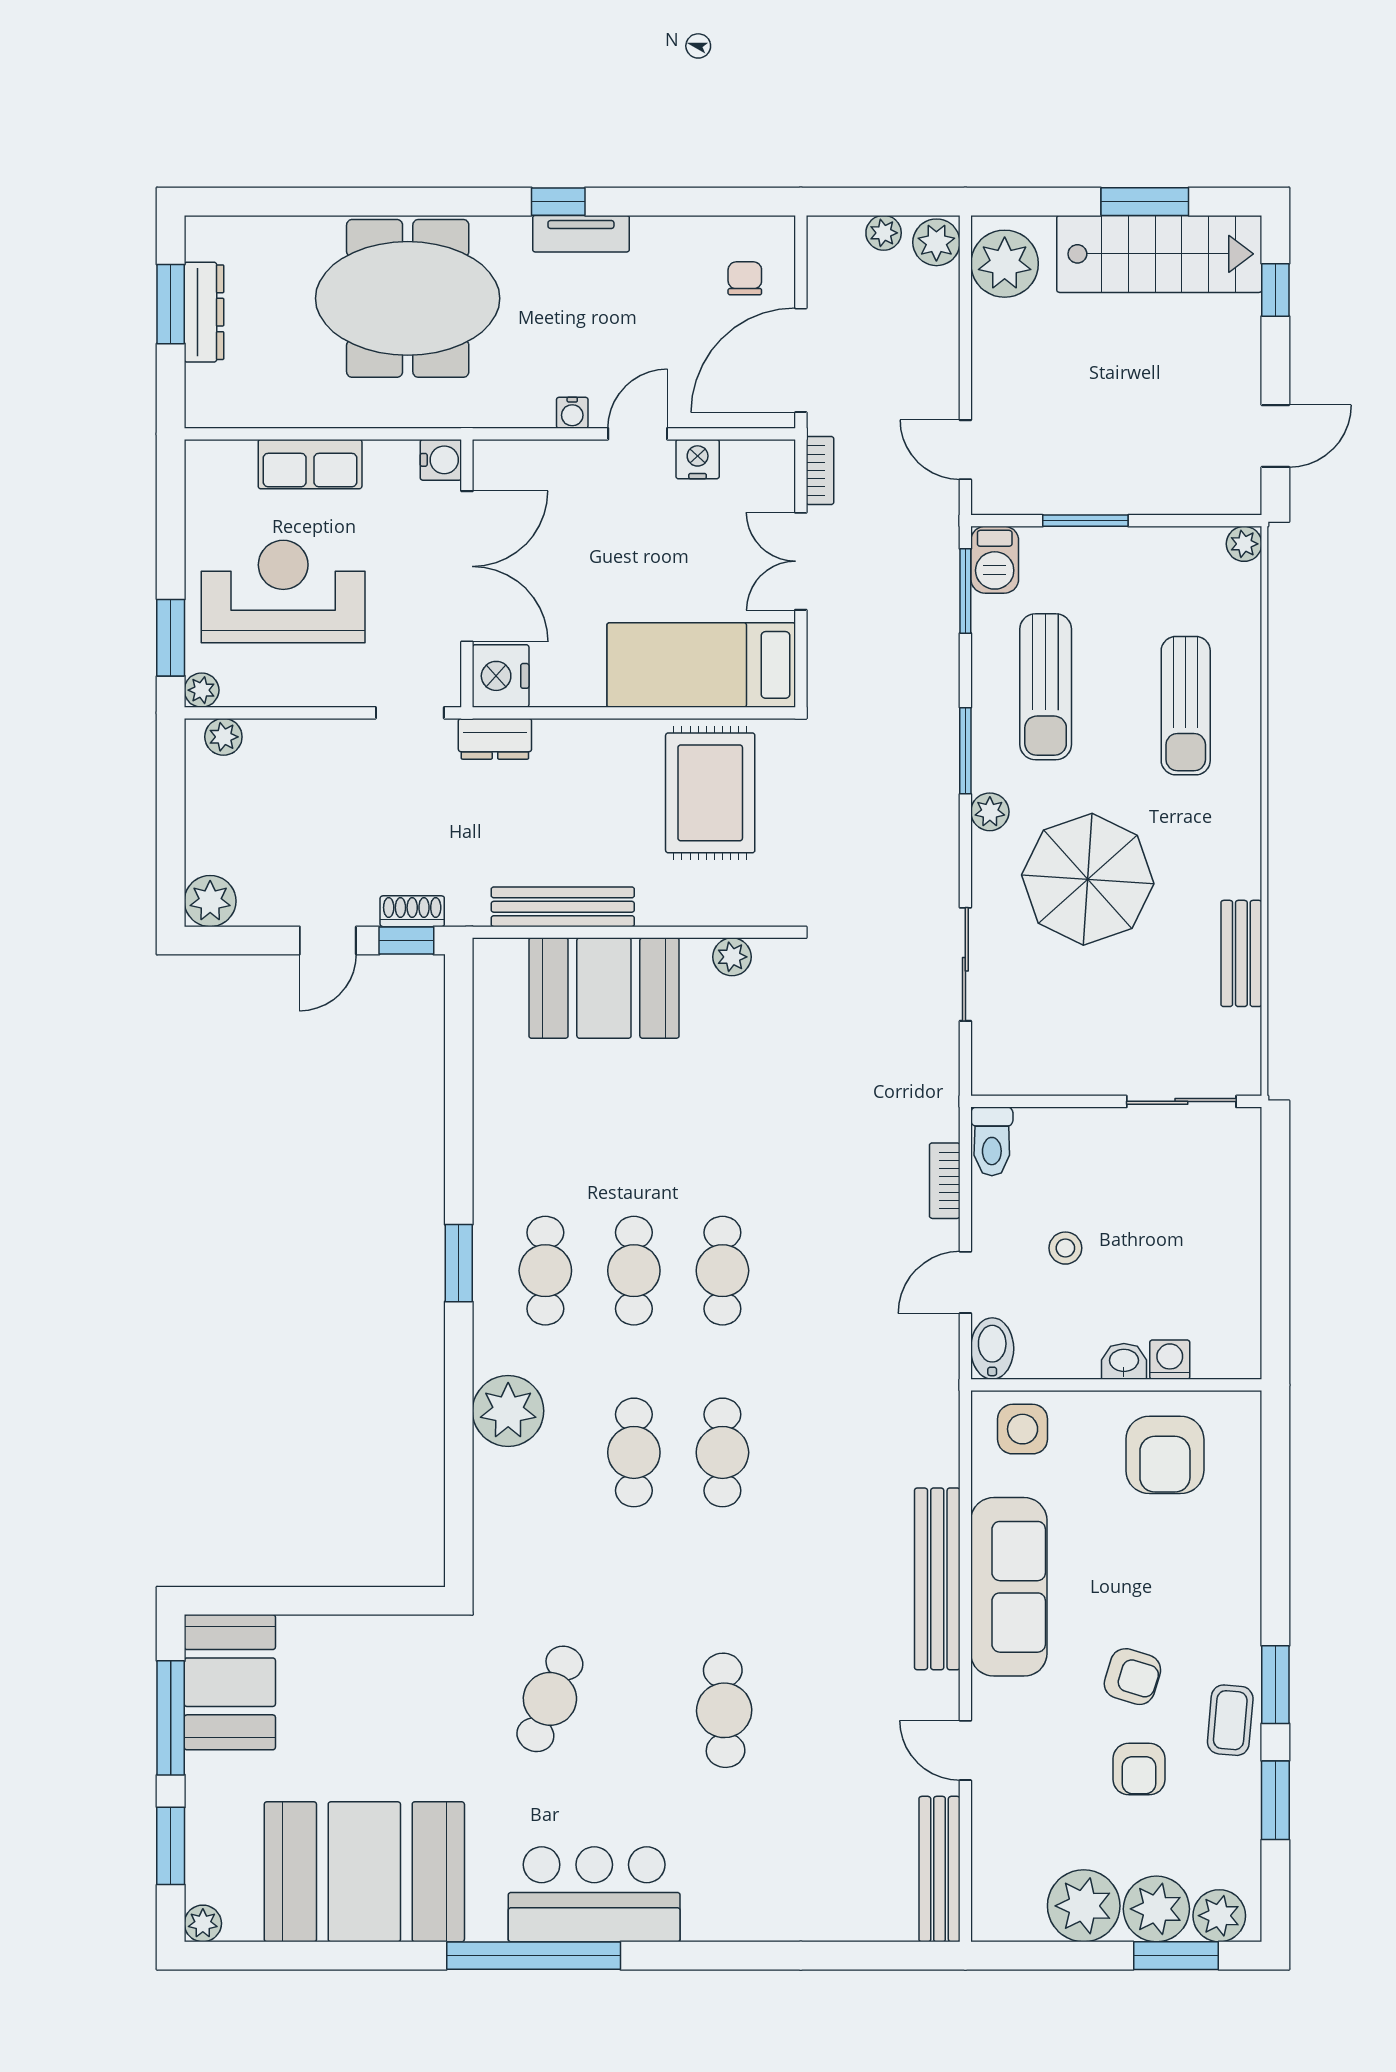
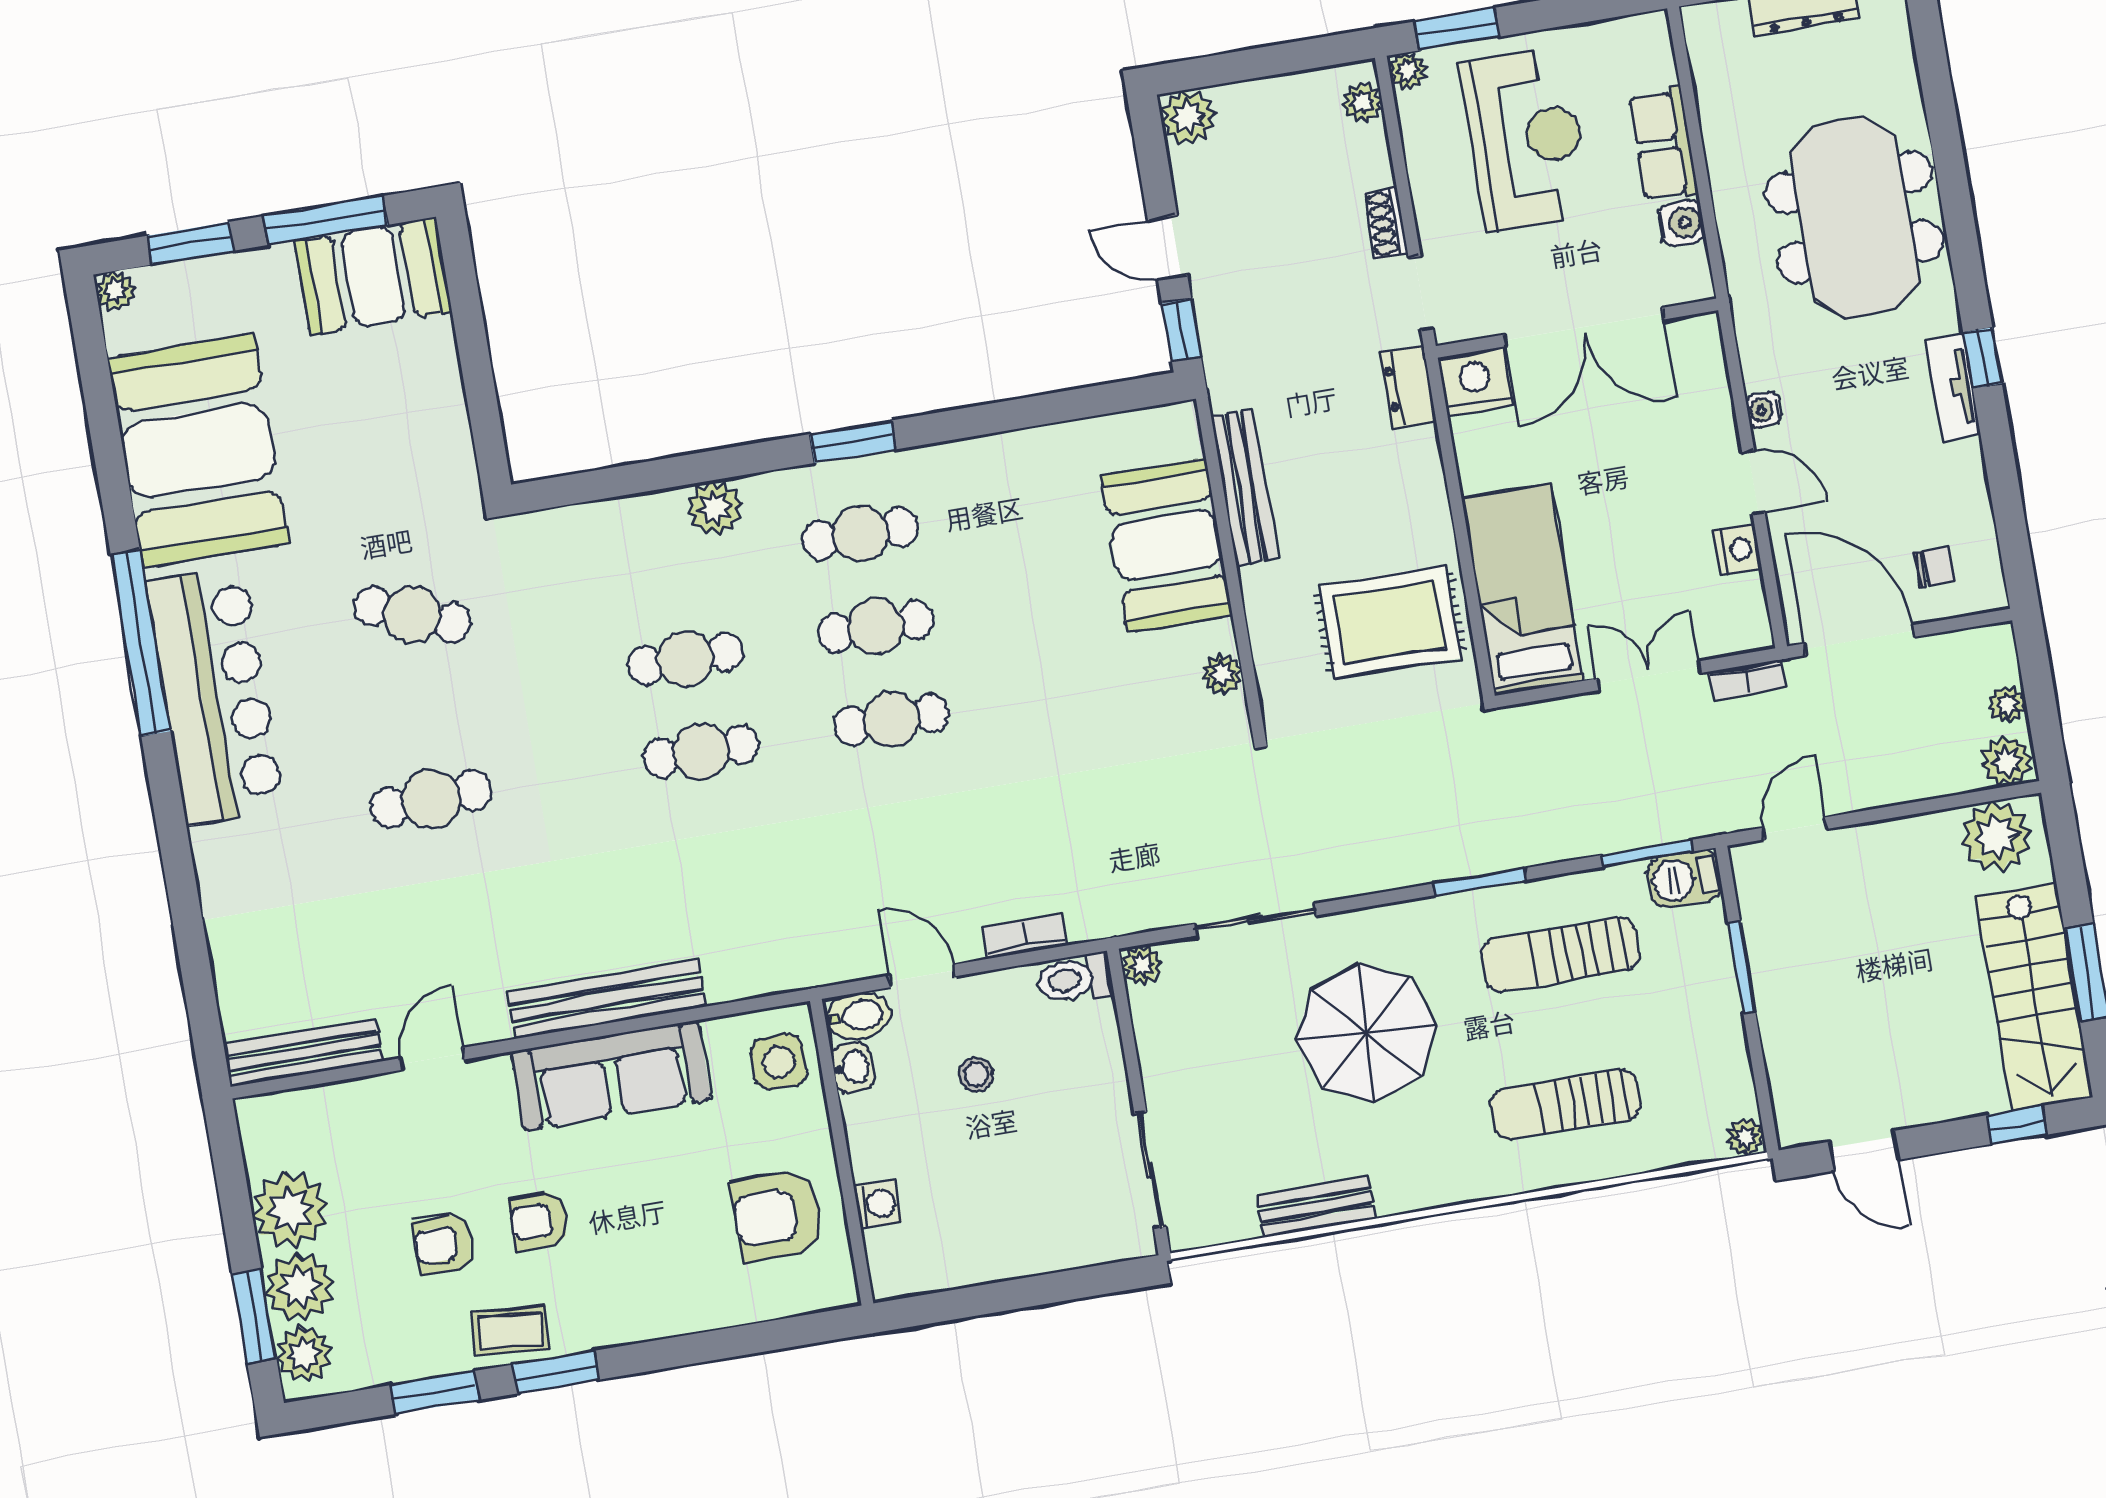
water cooler: (441, 460) -> (1681, 223), moved, turned -90
plant: (990, 812) -> (1142, 965), moved
shoe rack: (412, 911) -> (1386, 223), moved, turned 180
washbasin: (1124, 1361) -> (853, 1068), moved
plant: (508, 1411) -> (715, 508), width x0.73, depth x0.73
armchair: (1132, 1677) -> (539, 1221), turned 73
bar counter: (594, 1894) -> (215, 695), width x1.36

